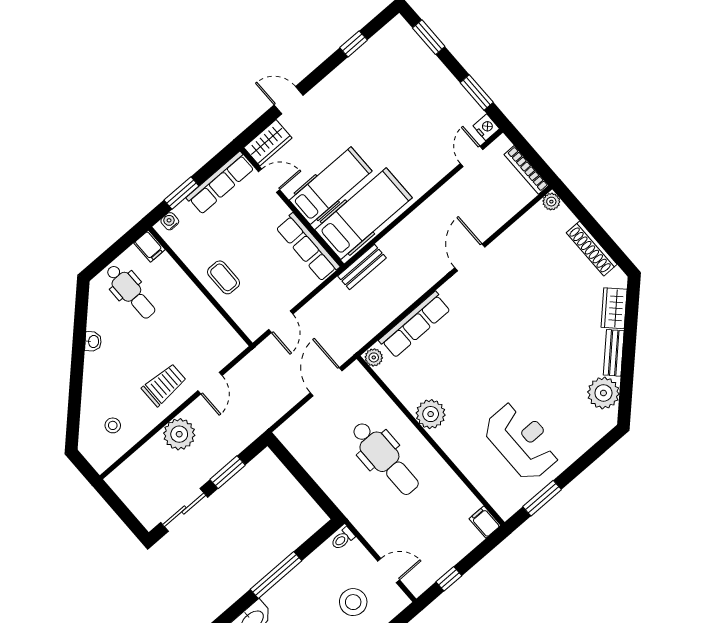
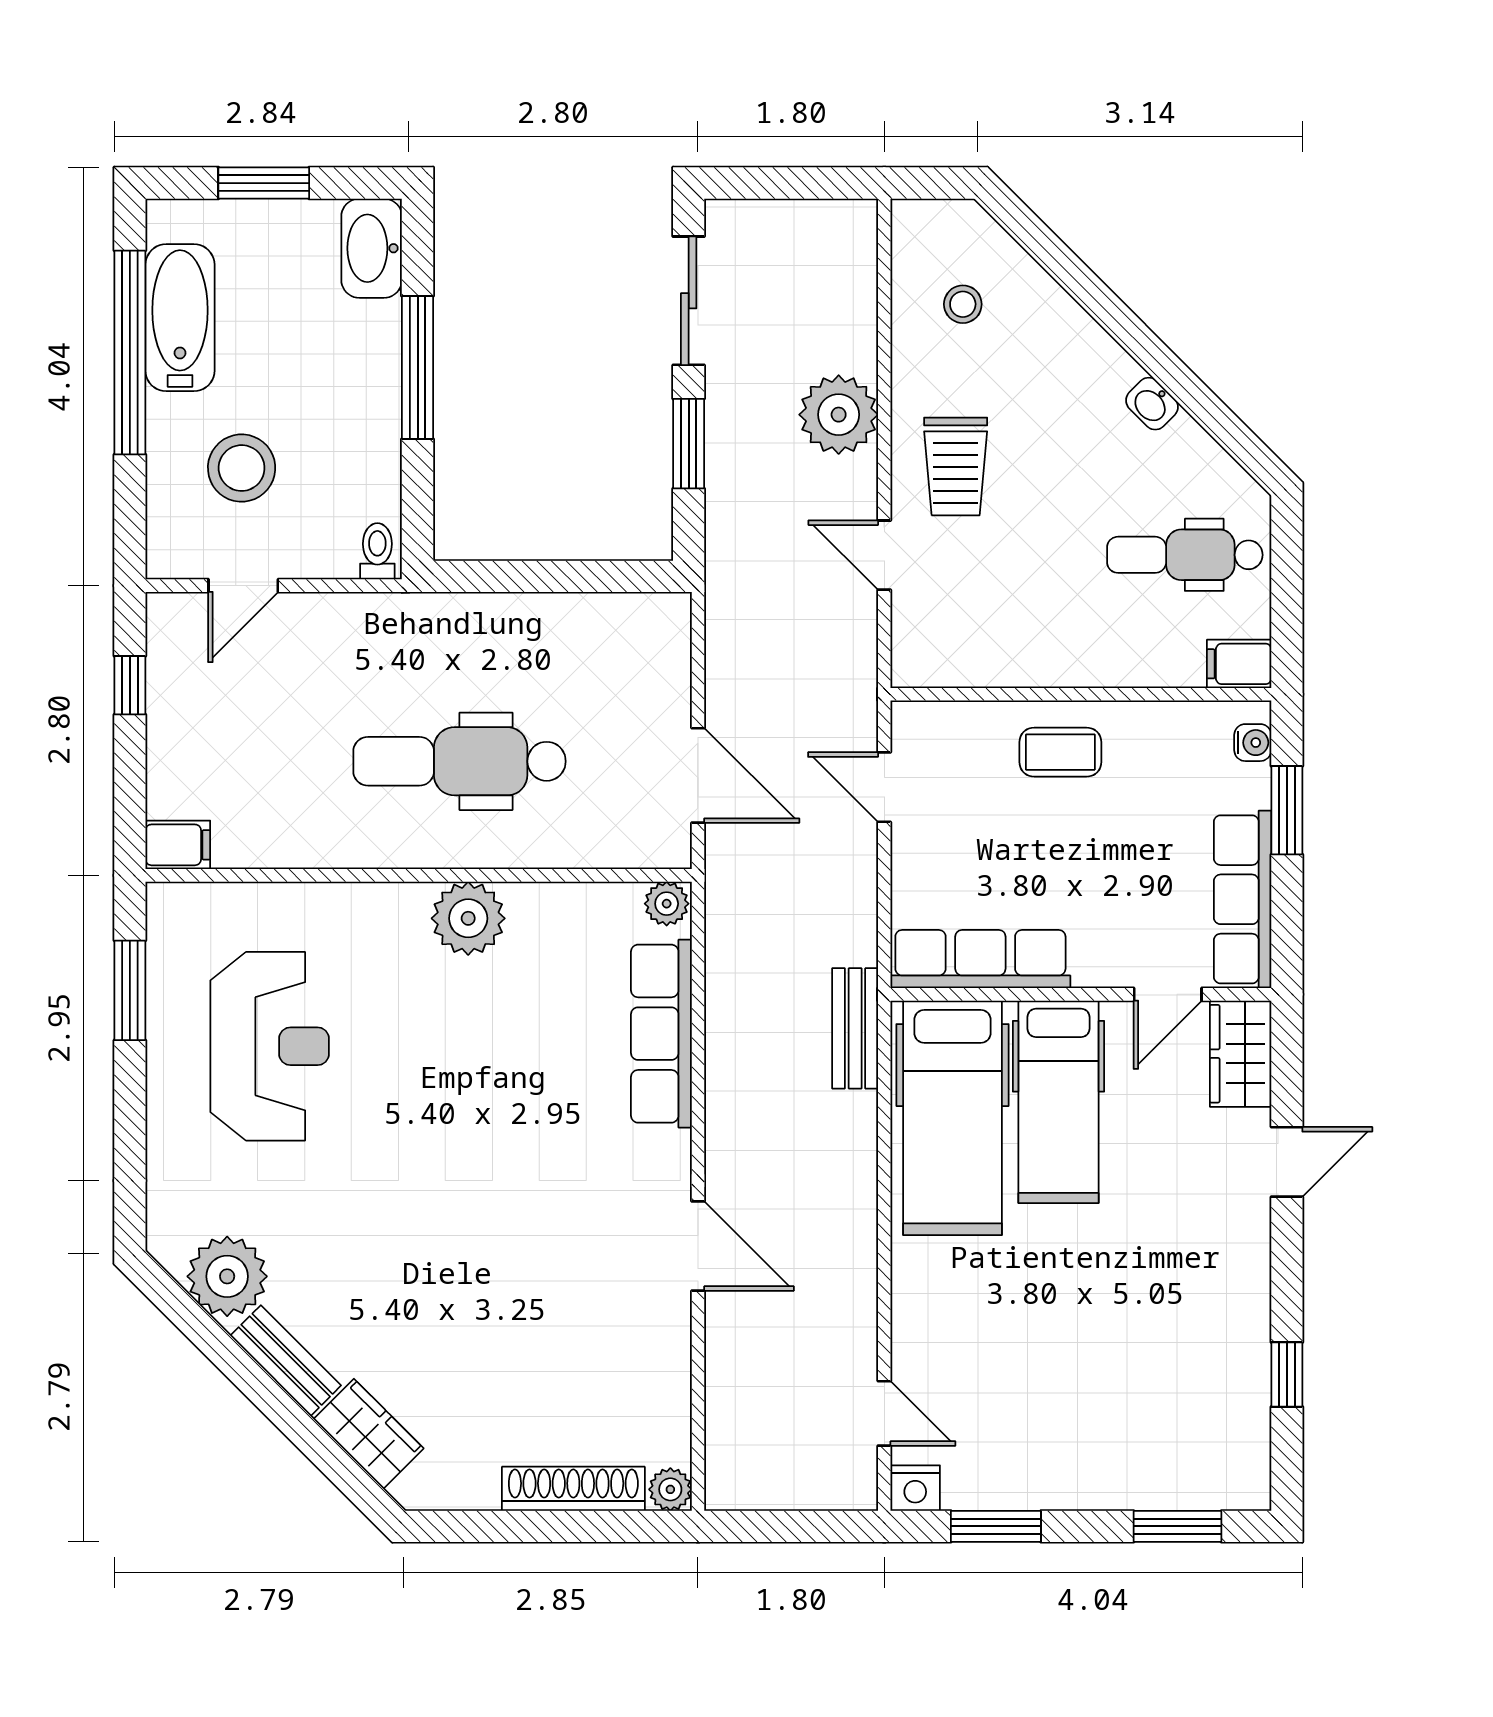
bookcase: (526, 170) -> (770, 1494), removed
shoe rack: (592, 249) -> (573, 1489), moved
reception desk: (522, 441) -> (270, 1046), turned -90

